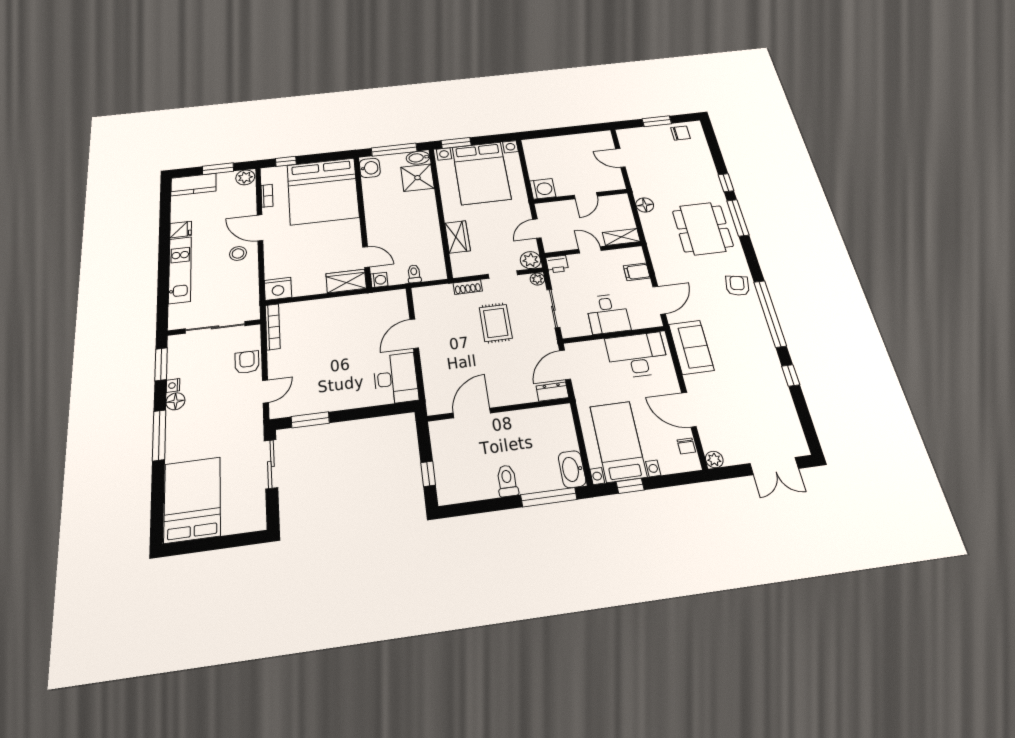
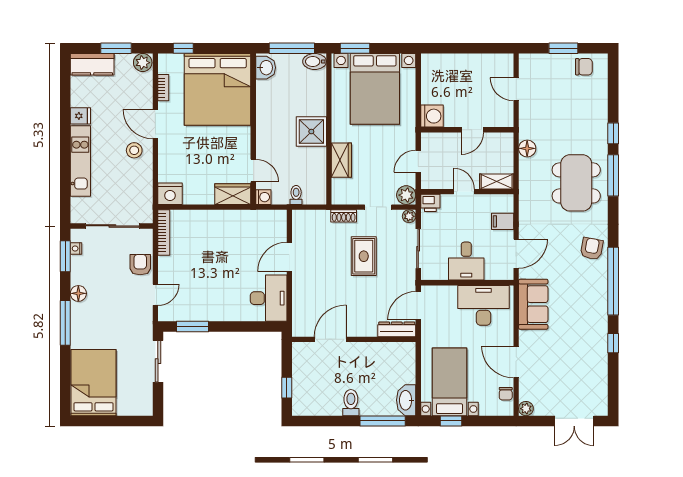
shower: (417, 178) -> (311, 132), moved
nightstand: (173, 385) -> (76, 248), moved
dresser: (552, 392) -> (397, 329), width x1.44

